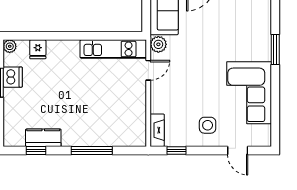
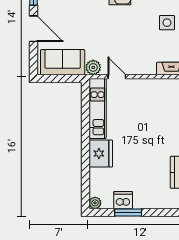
fridge: (38, 49) -> (101, 154), moved, width x1.88, depth x1.34

